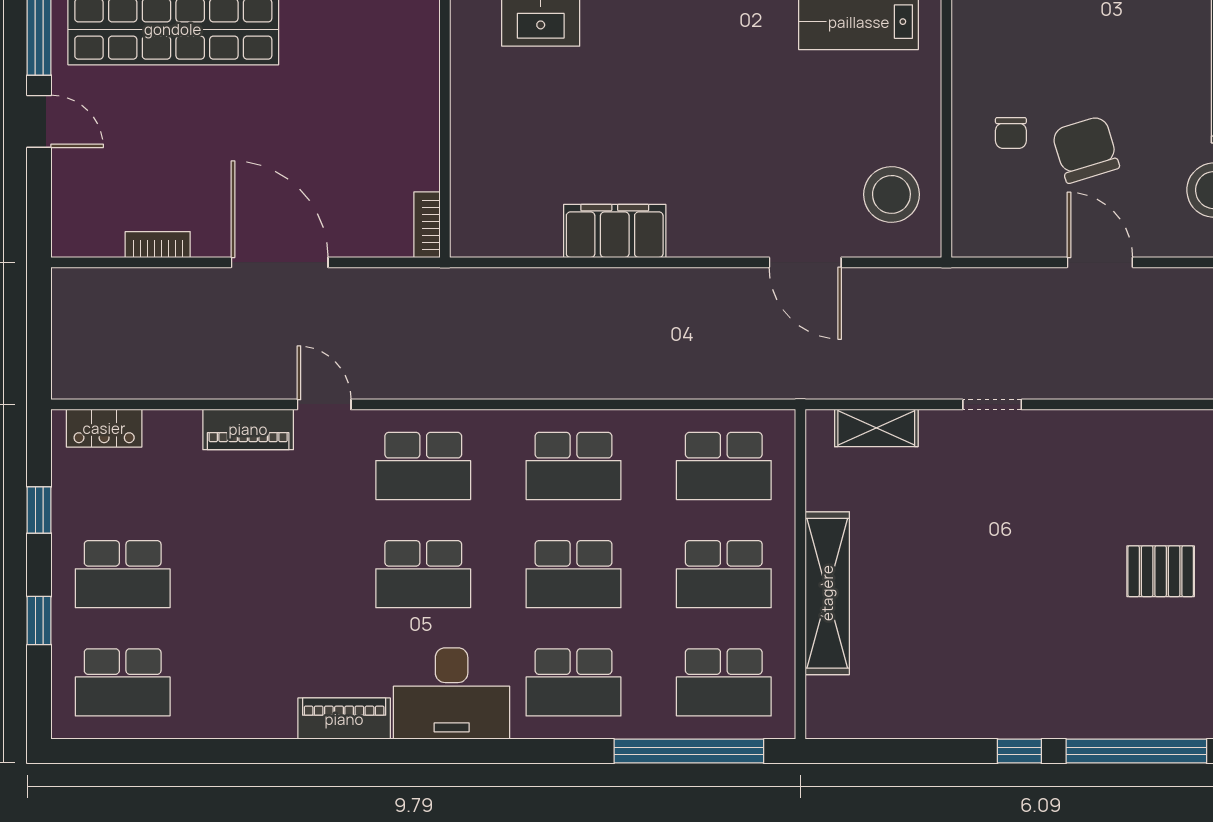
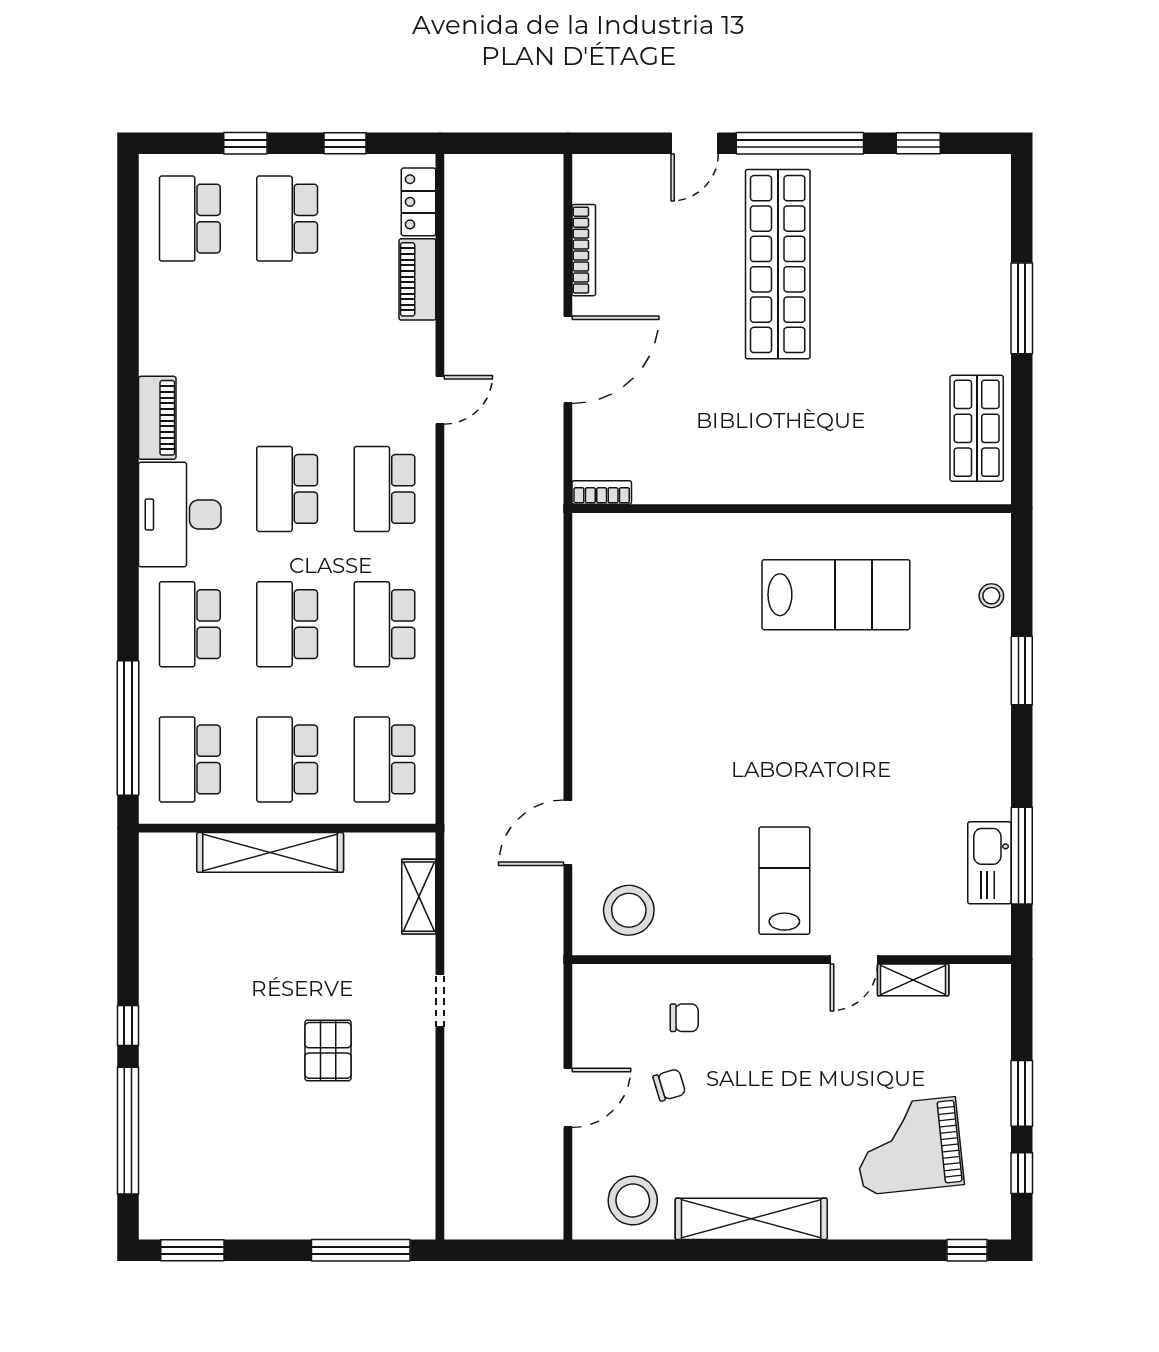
chair: (1011, 133) -> (684, 1018), turned 180
chair: (1086, 149) -> (669, 1085), width x0.54, depth x0.54
filing cabinet: (615, 231) -> (596, 661), removed
bookcase: (158, 245) -> (584, 250), width x1.56
piano: (248, 429) -> (417, 279), moved
pallet: (1161, 571) -> (328, 1050), moved

